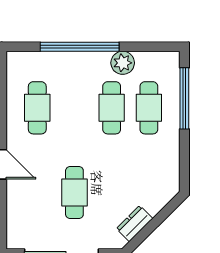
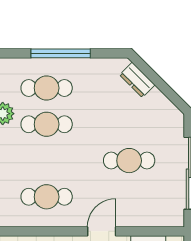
window: (184, 98) -> (61, 53), moved
dresser: (135, 224) -> (137, 80), moved

